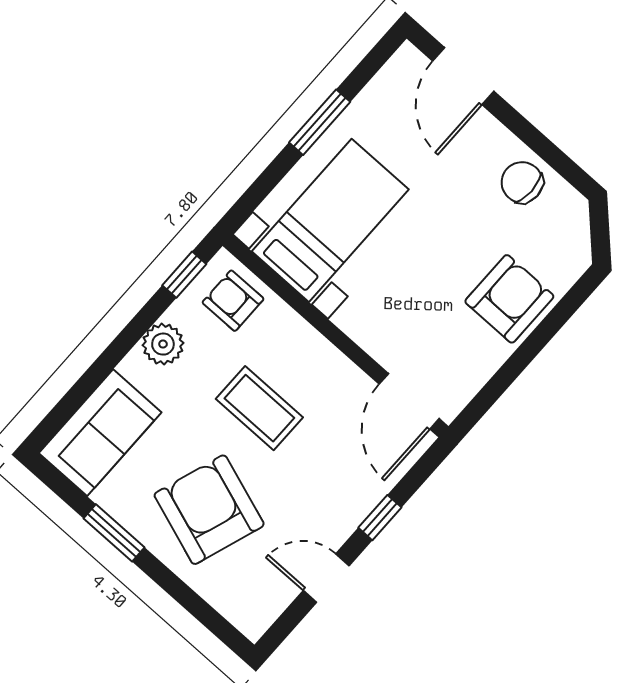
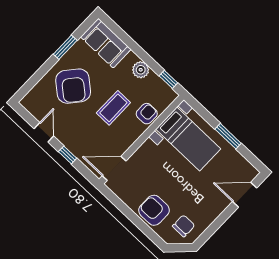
chair: (522, 182) -> (184, 226), moved
armchair: (509, 299) -> (154, 210), turned 180
armchair: (233, 301) -> (147, 114), moved
armchair: (209, 510) -> (73, 86), turned 111

